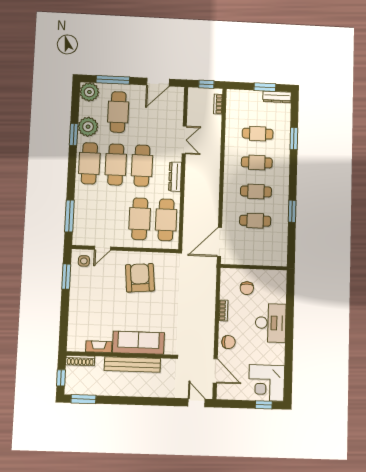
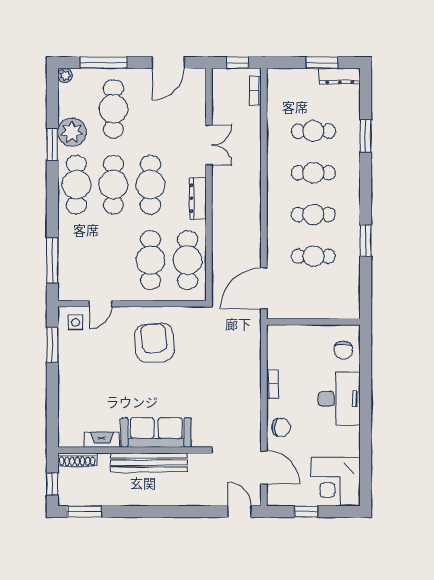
plant: (89, 92) -> (65, 75), width x0.53, depth x0.53
chair: (247, 288) -> (343, 350), moved
window: (264, 405) -> (306, 512), moved

